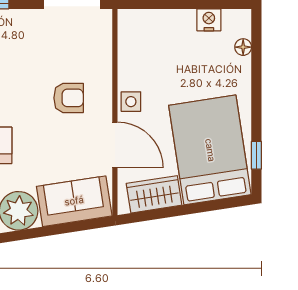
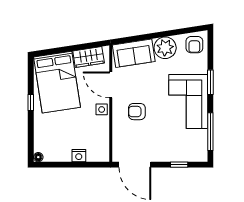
nightstand: (209, 20) -> (79, 156), moved
floor lamp: (243, 47) -> (38, 157), moved
window: (256, 155) -> (31, 102), moved

